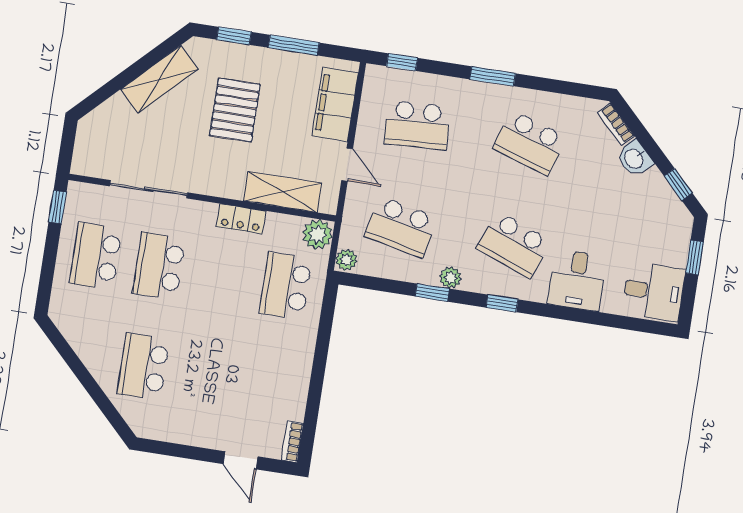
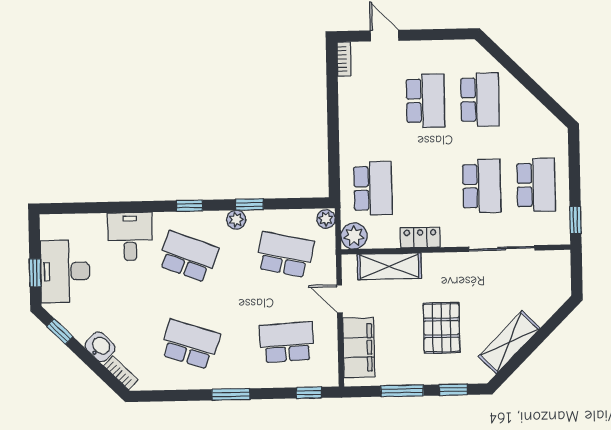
desk: (654, 291) -> (65, 271), moved, width x1.37
school desk: (207, 376) -> (426, 101), added

